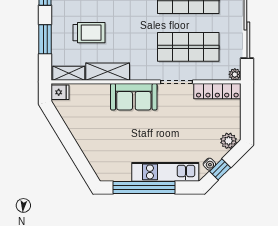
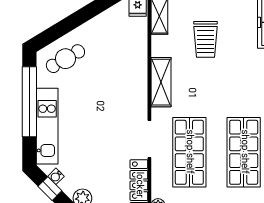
shelving: (108, 72) -> (161, 82), moved
sofa: (134, 97) -> (133, 90), removed
cafe table: (106, 156) -> (65, 59), added

